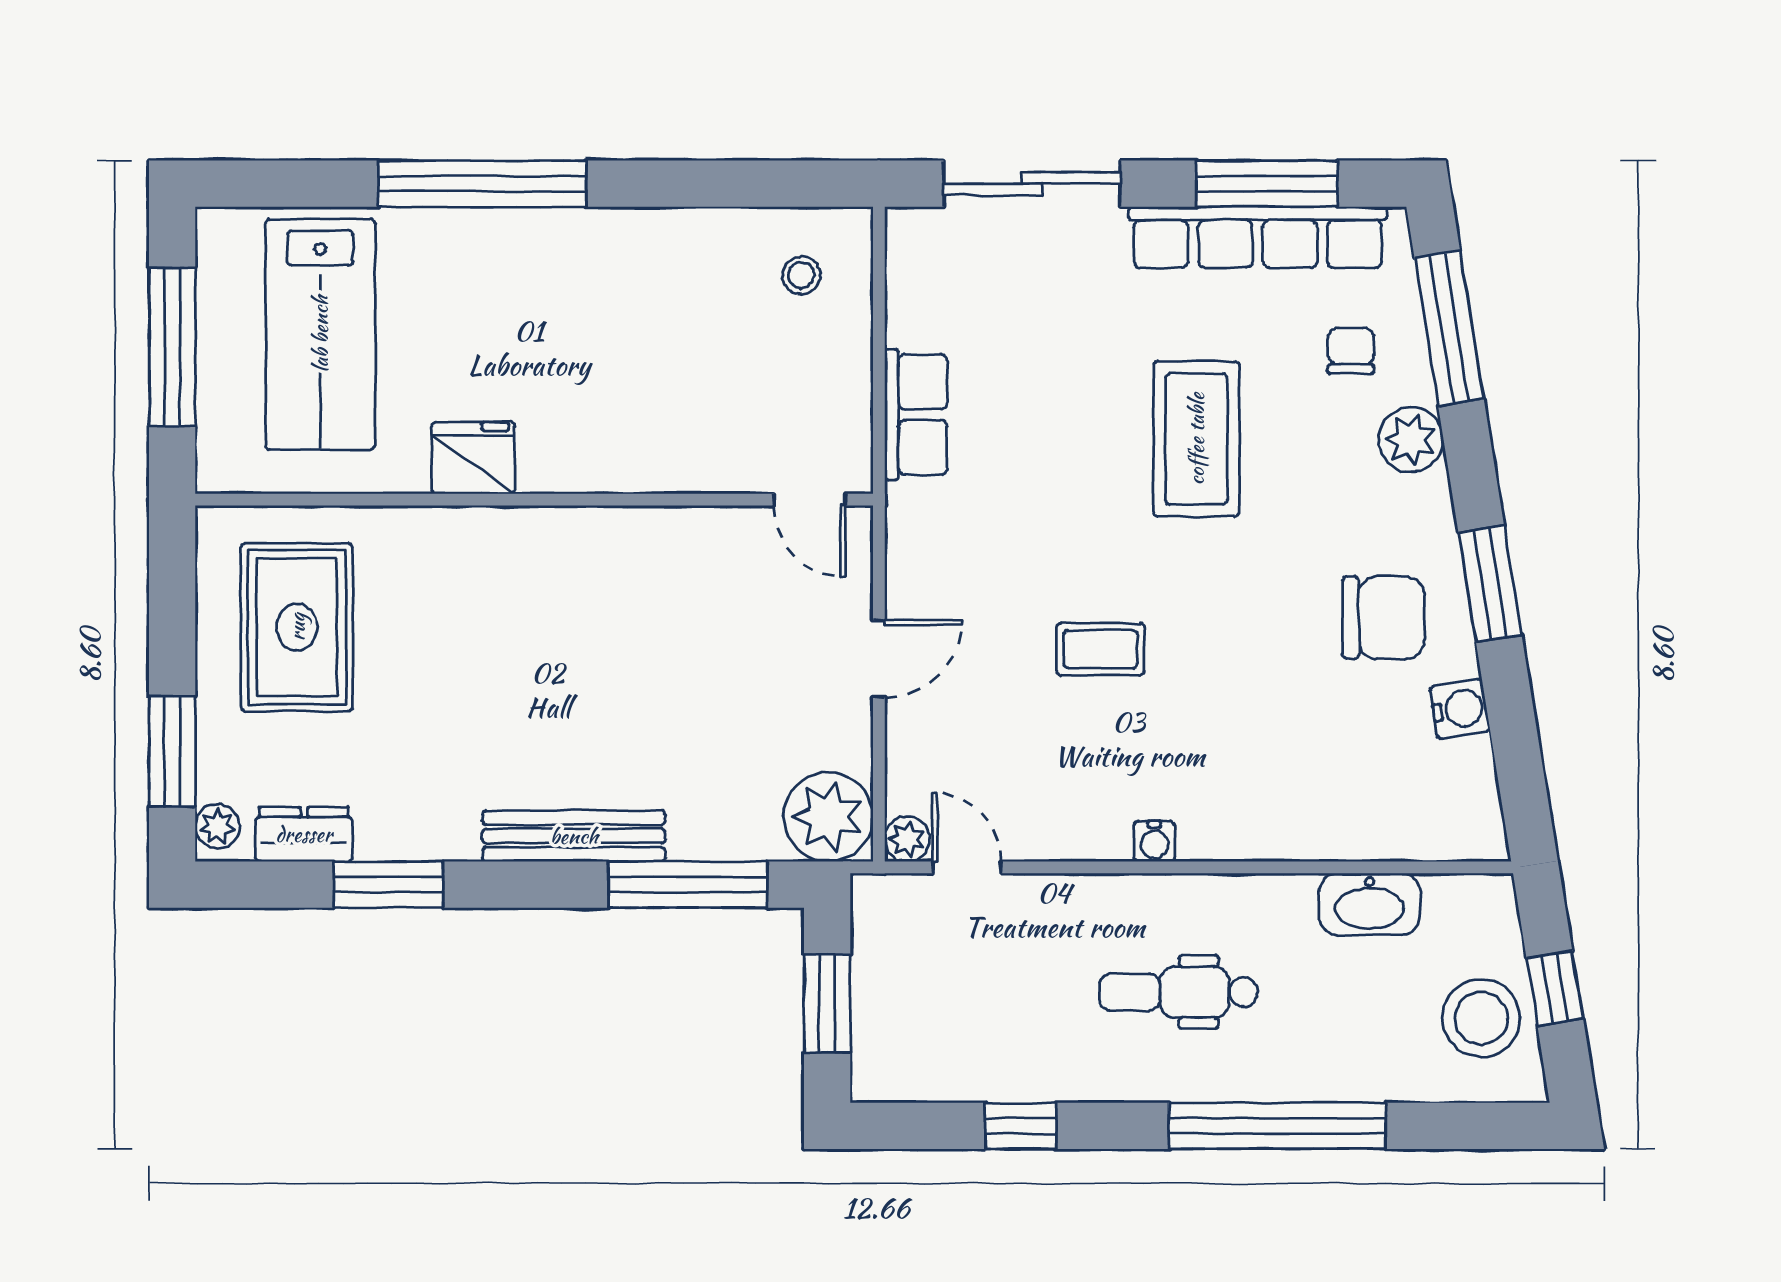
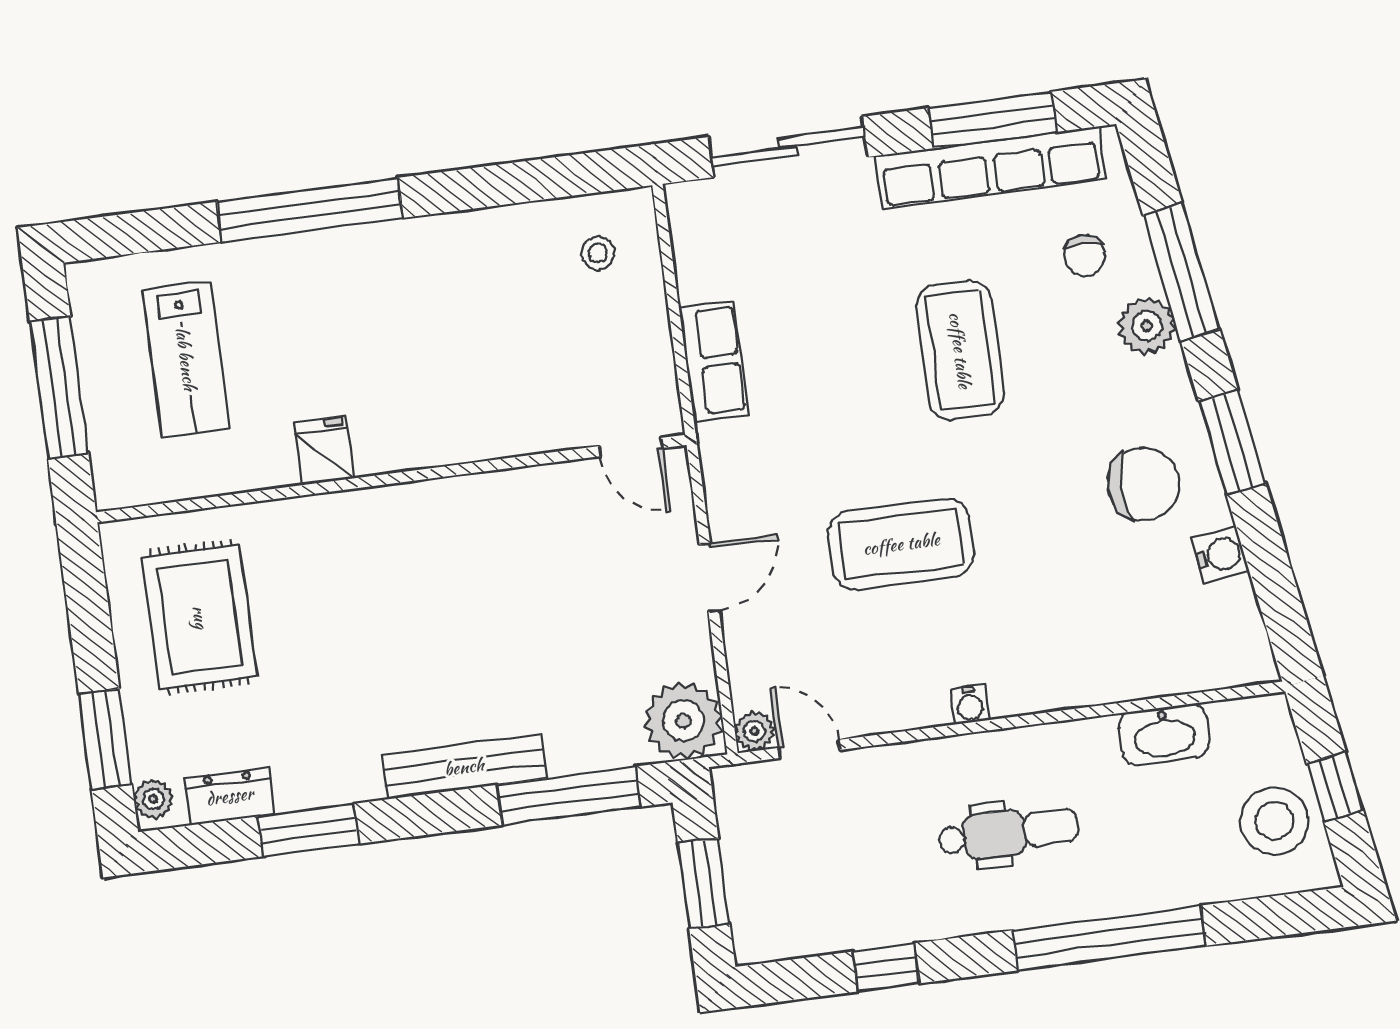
window: (1449, 329) -> (1181, 272), moved
lab bench: (320, 334) -> (186, 359), width x0.73, depth x0.72
chair: (1351, 351) -> (1084, 256), turned 180
fridge: (473, 458) -> (324, 451), width x0.72
coffee table: (1100, 649) -> (901, 544), width x1.86, depth x1.72
dental chair: (1179, 992) -> (1008, 833), turned 180

